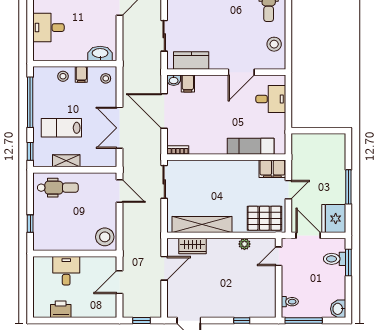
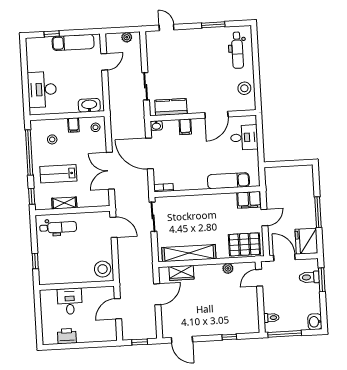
desk: (48, 28) -> (42, 89), width x1.37
stool: (63, 76) -> (52, 139), moved
filing cabinet: (188, 83) -> (185, 127), moved

